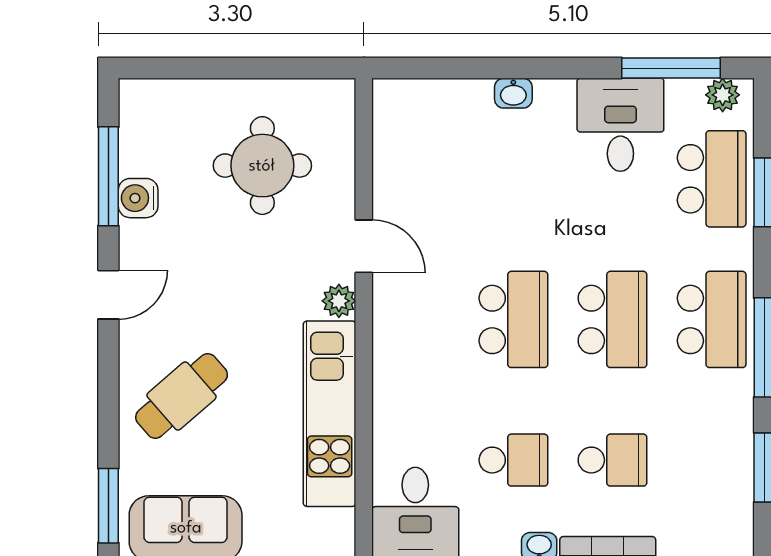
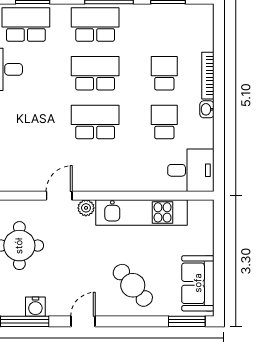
door: (108, 295) -> (83, 321), hinge flipped

